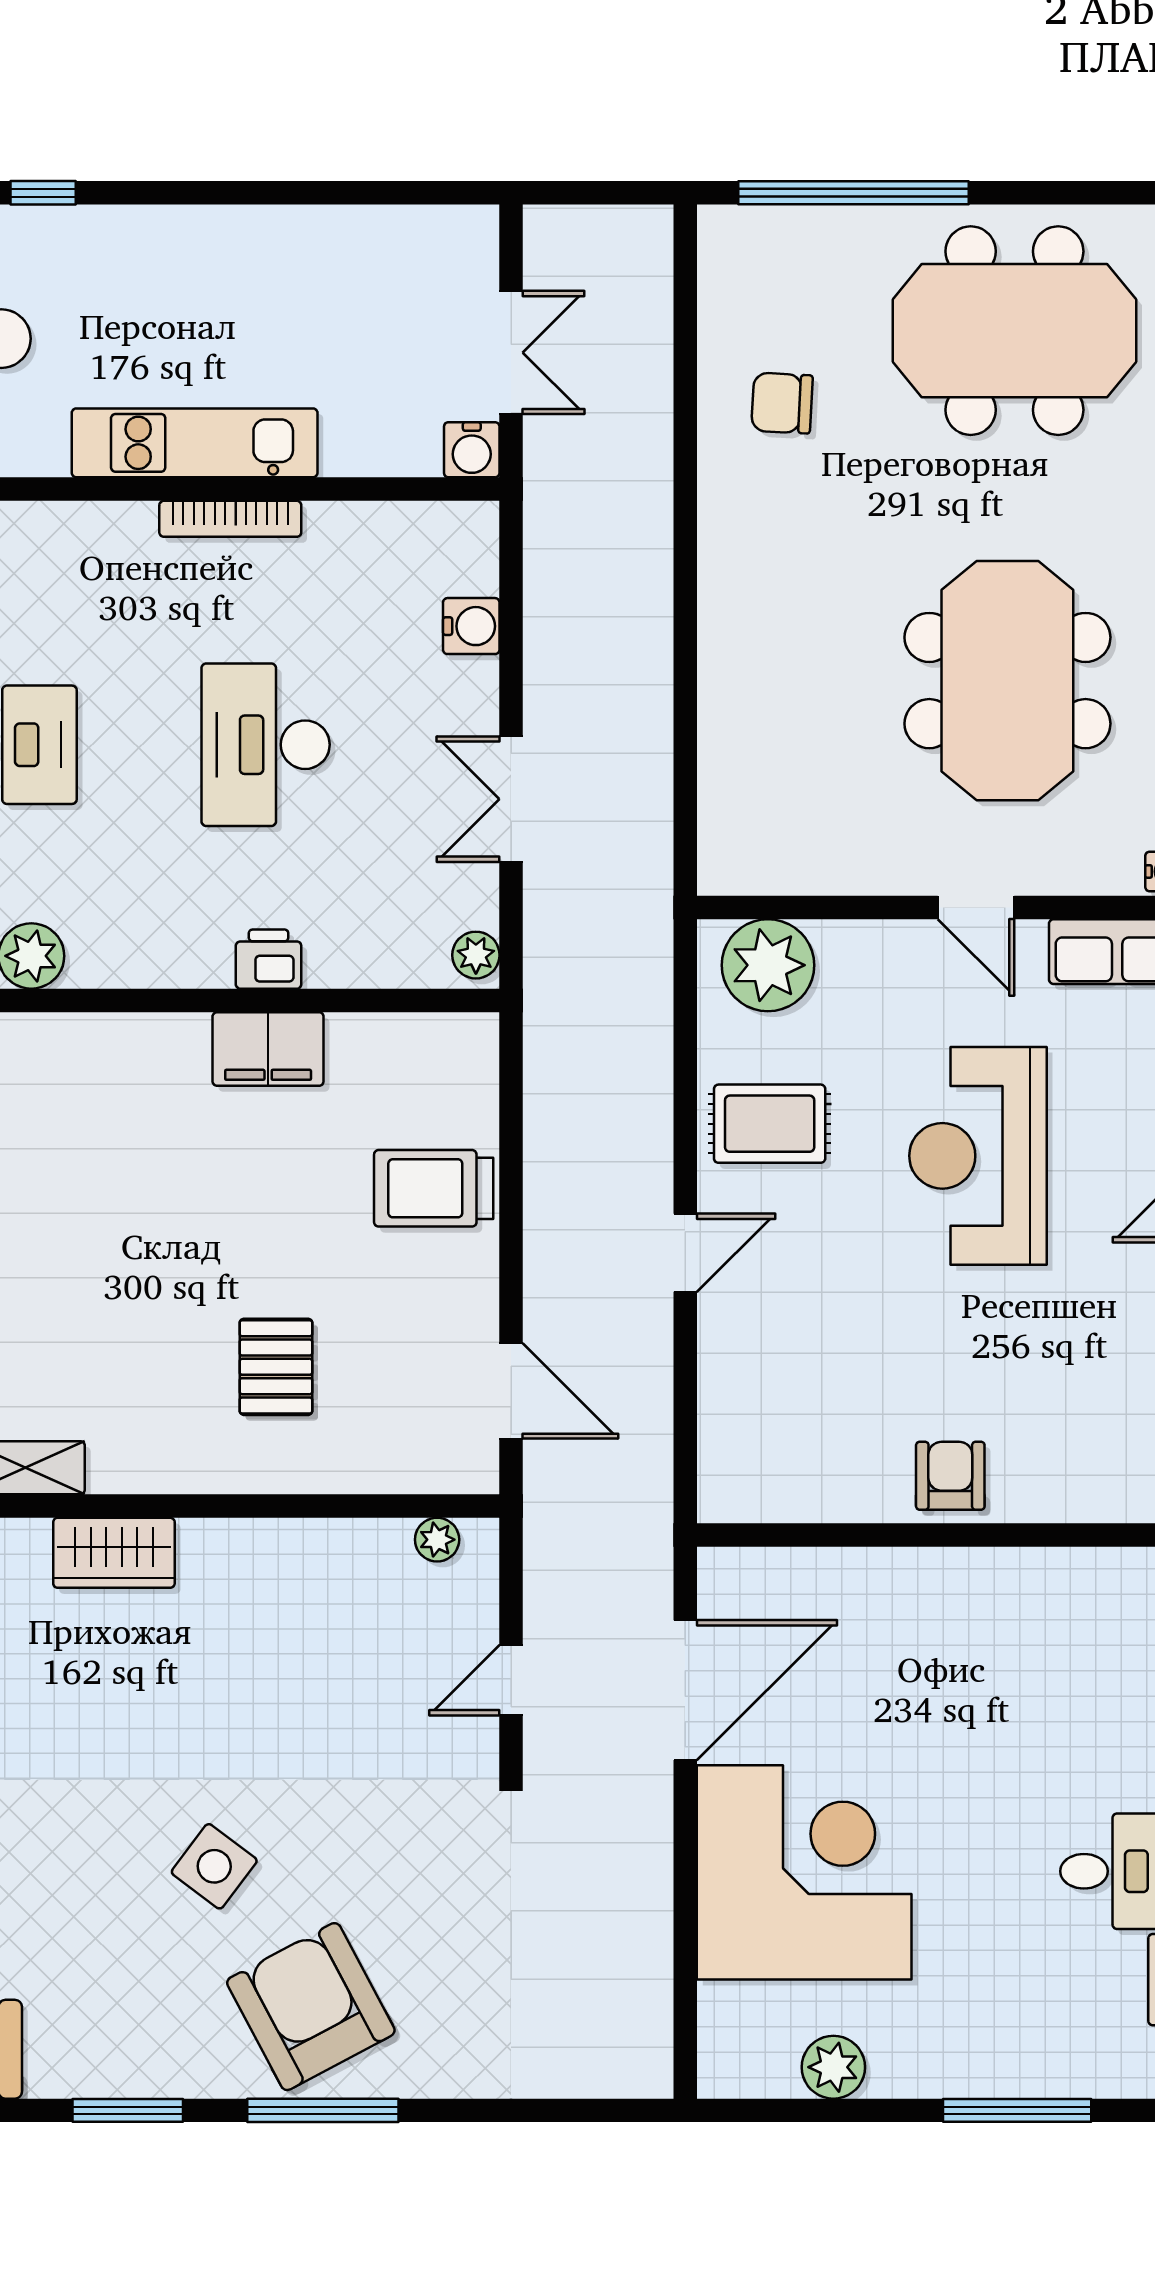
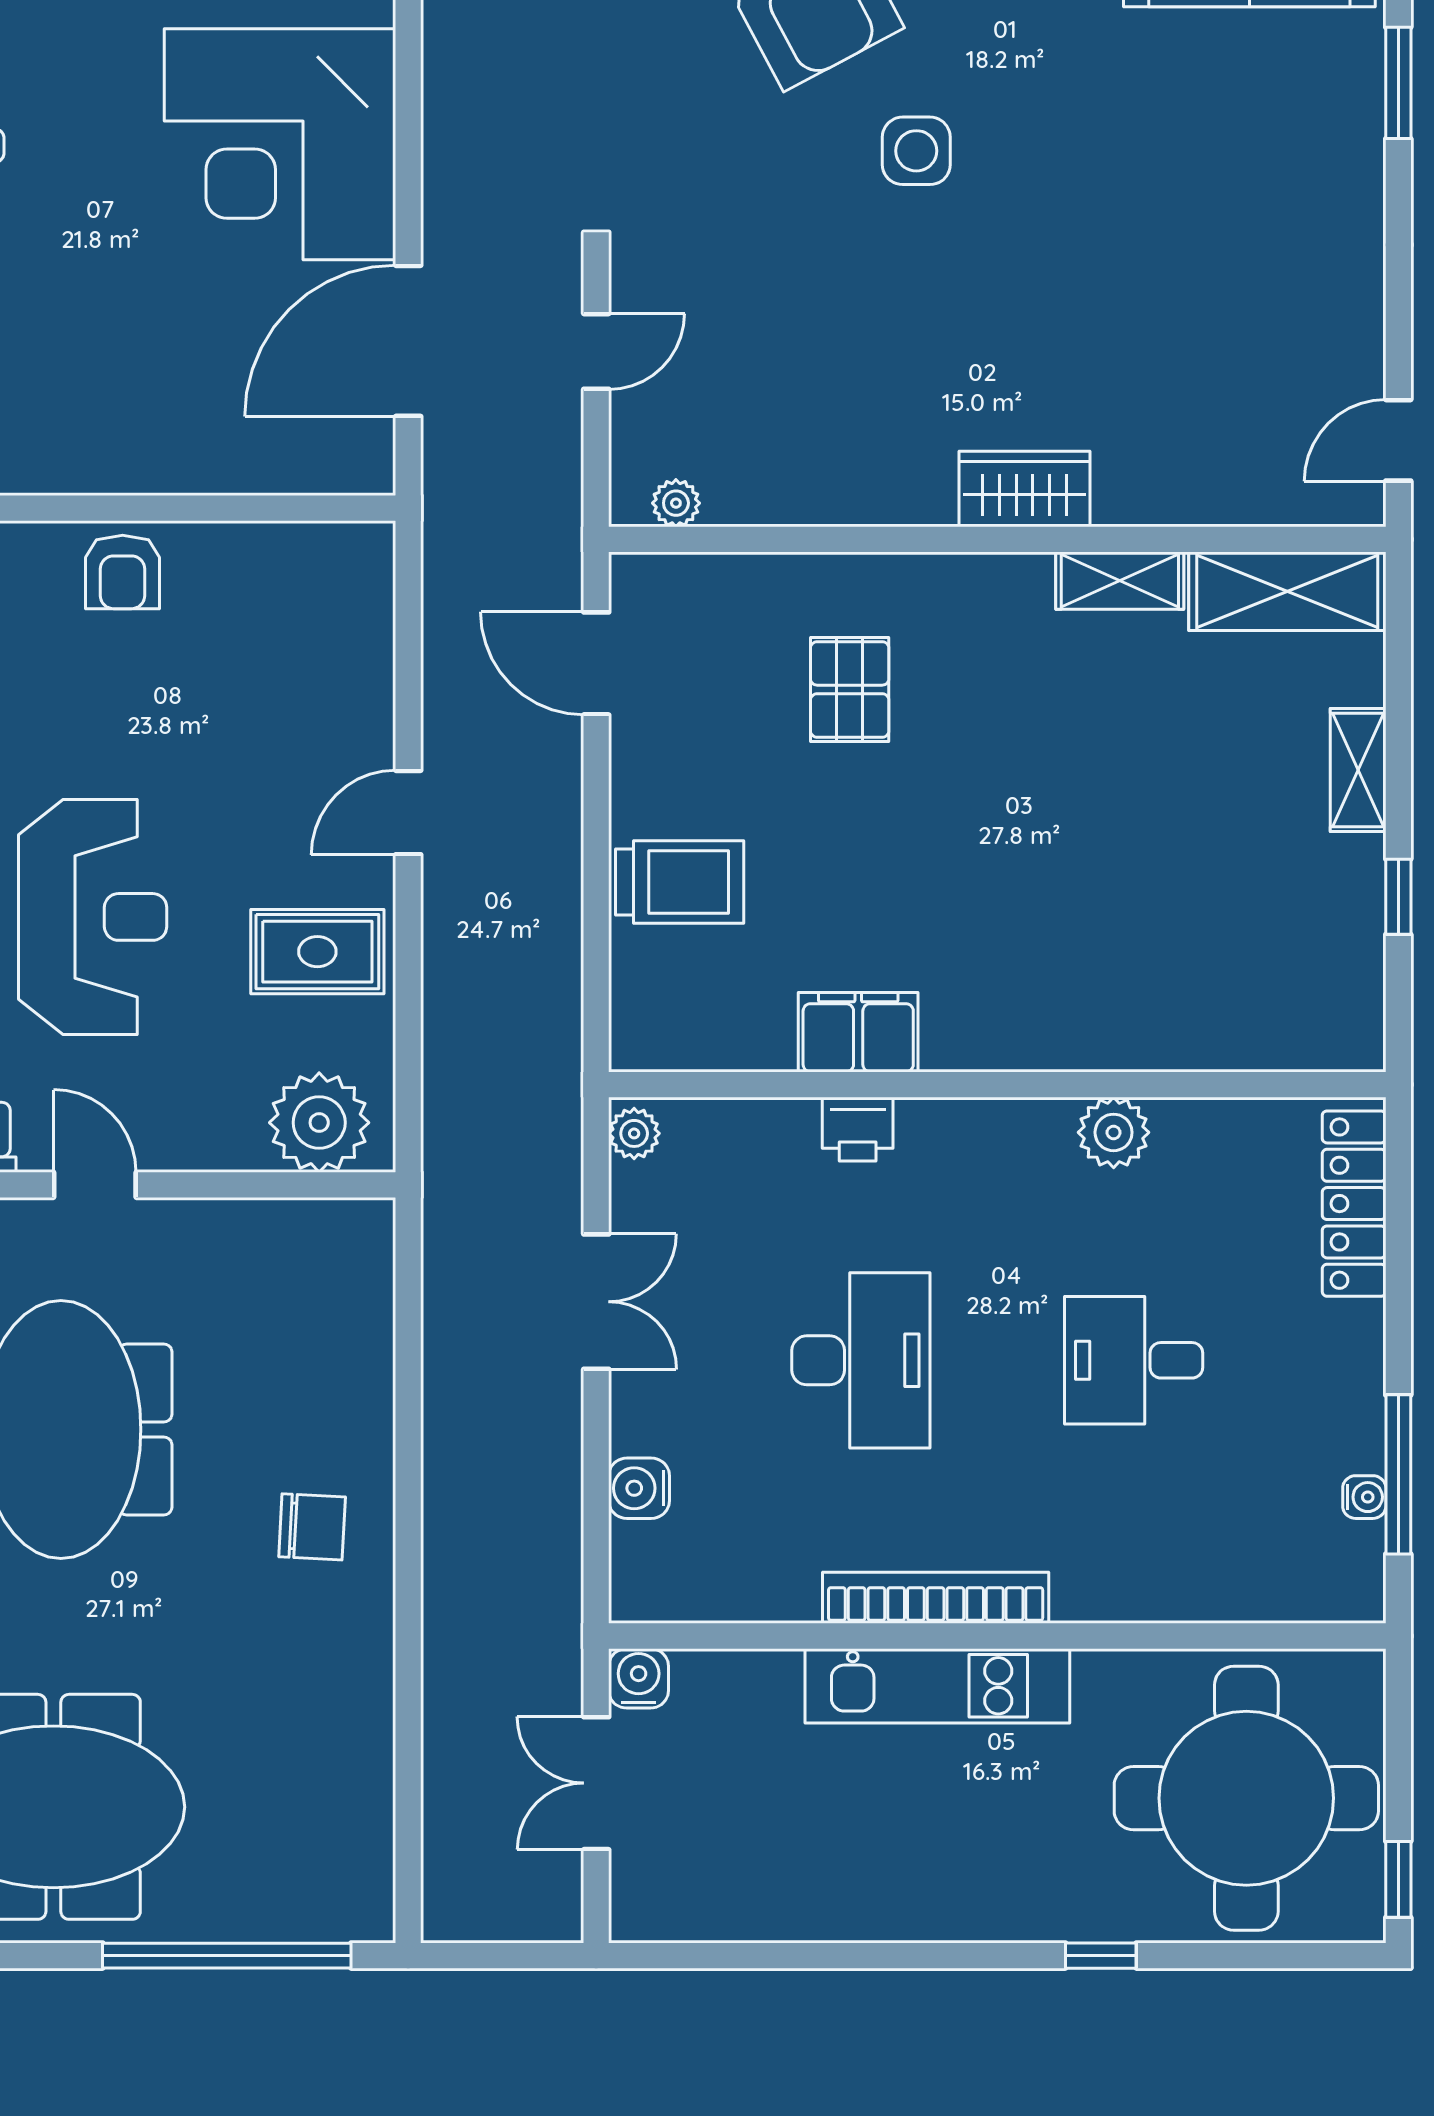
chair: (782, 403) -> (312, 1527), moved
bookcase: (230, 519) -> (936, 1598), width x1.48, depth x1.31
side table: (214, 1866) -> (916, 151), turned -37

